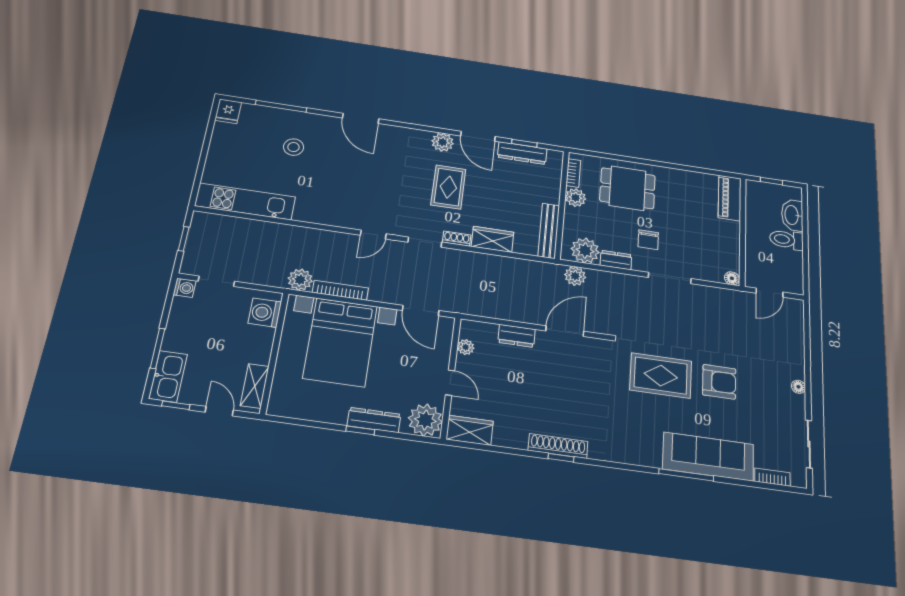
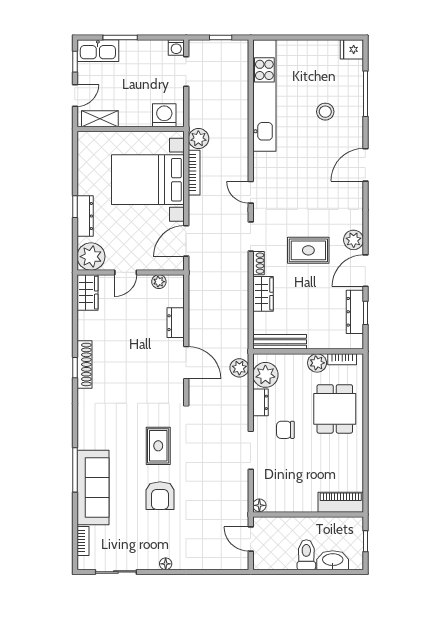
kitchen unit: (245, 201) -> (264, 96), width x1.36
rug: (661, 375) -> (158, 446), width x0.73, depth x0.70

